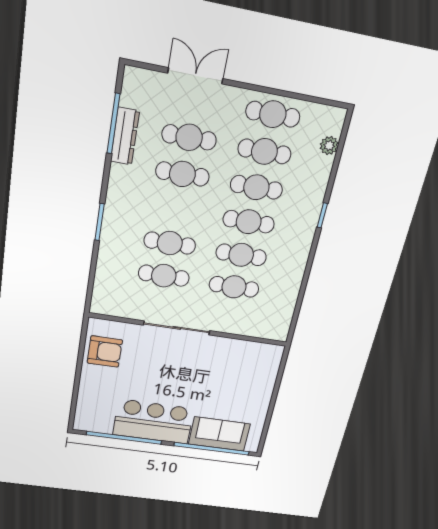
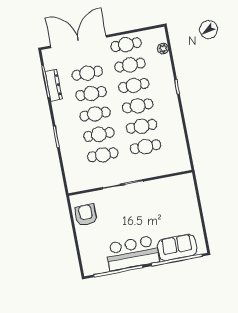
double door: (195, 76) -> (79, 42), width x1.87
cafe table: (176, 209) -> (95, 114), added
armchair: (105, 352) -> (86, 215), turned -90

